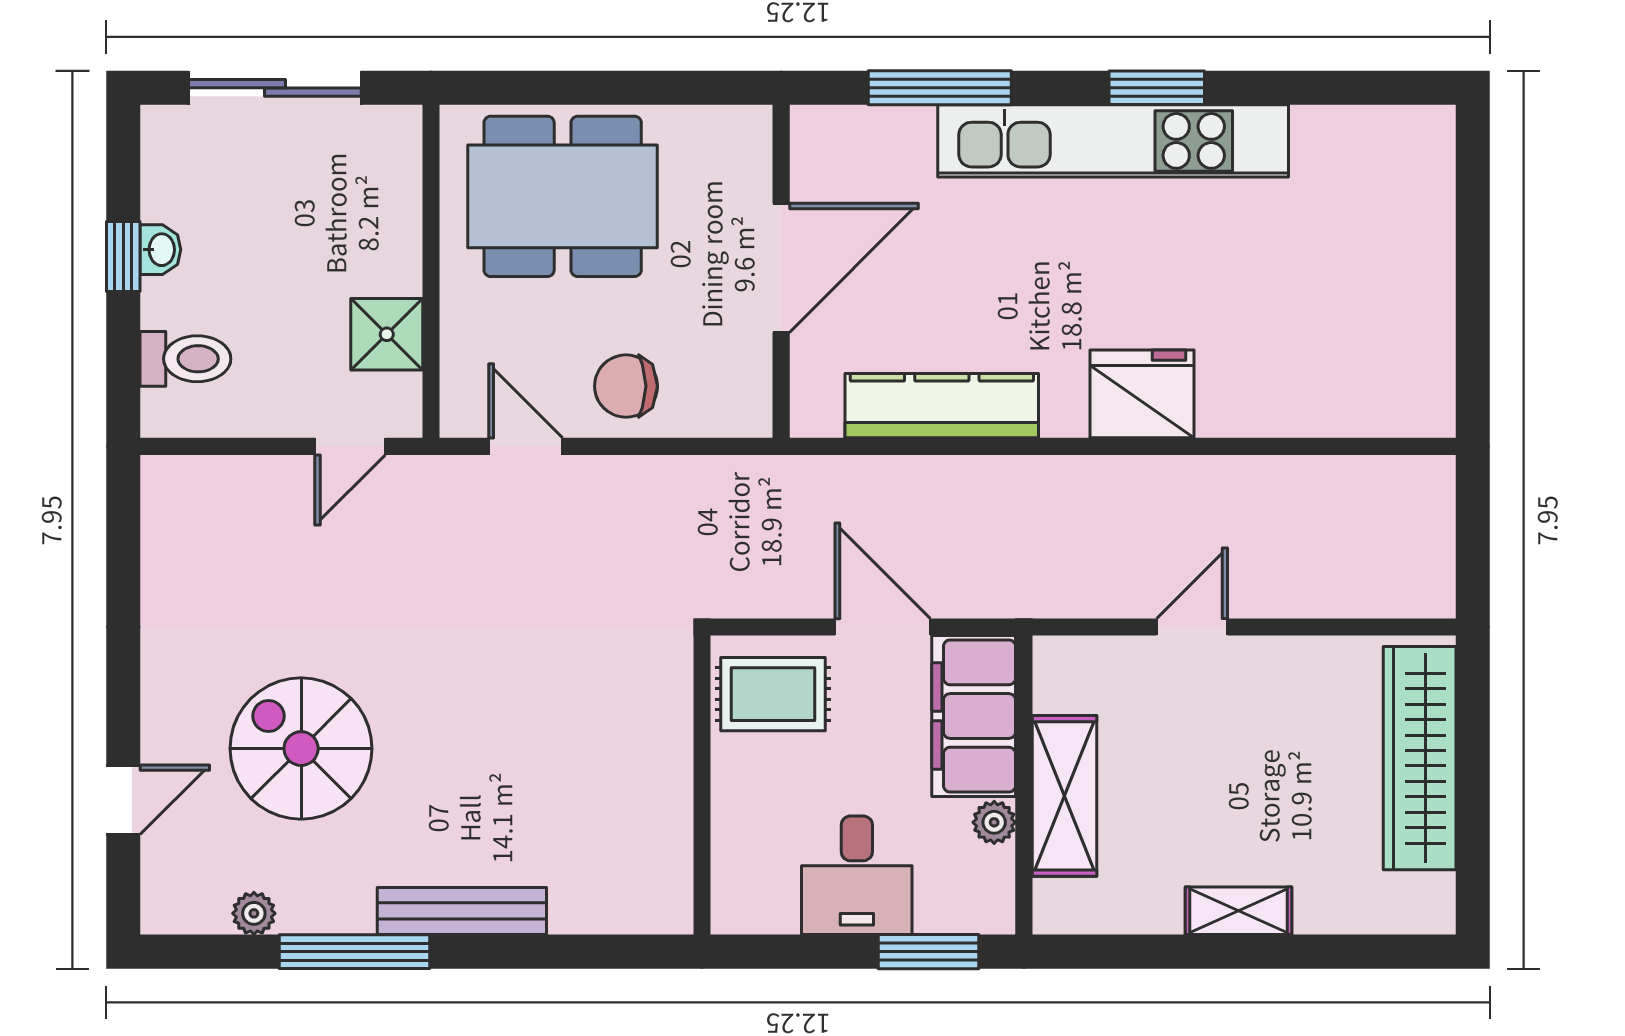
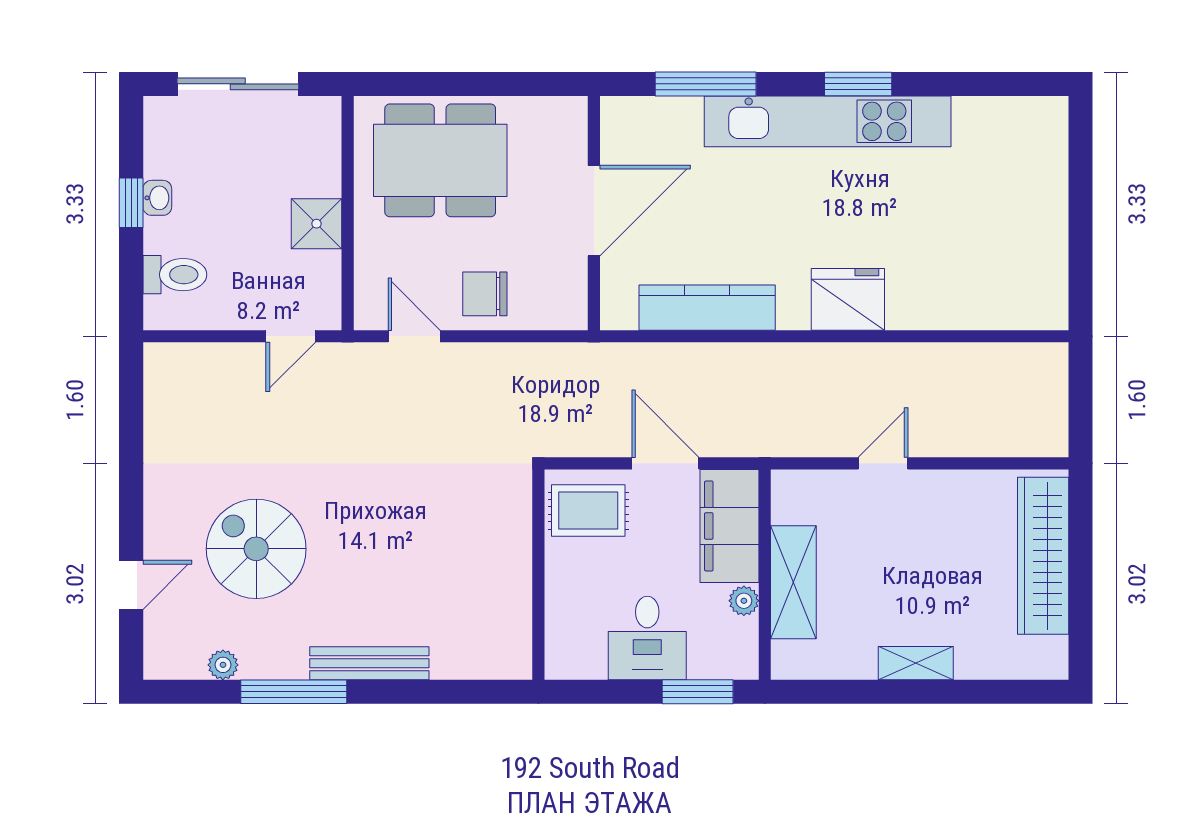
shower: (387, 334) -> (316, 224), moved

